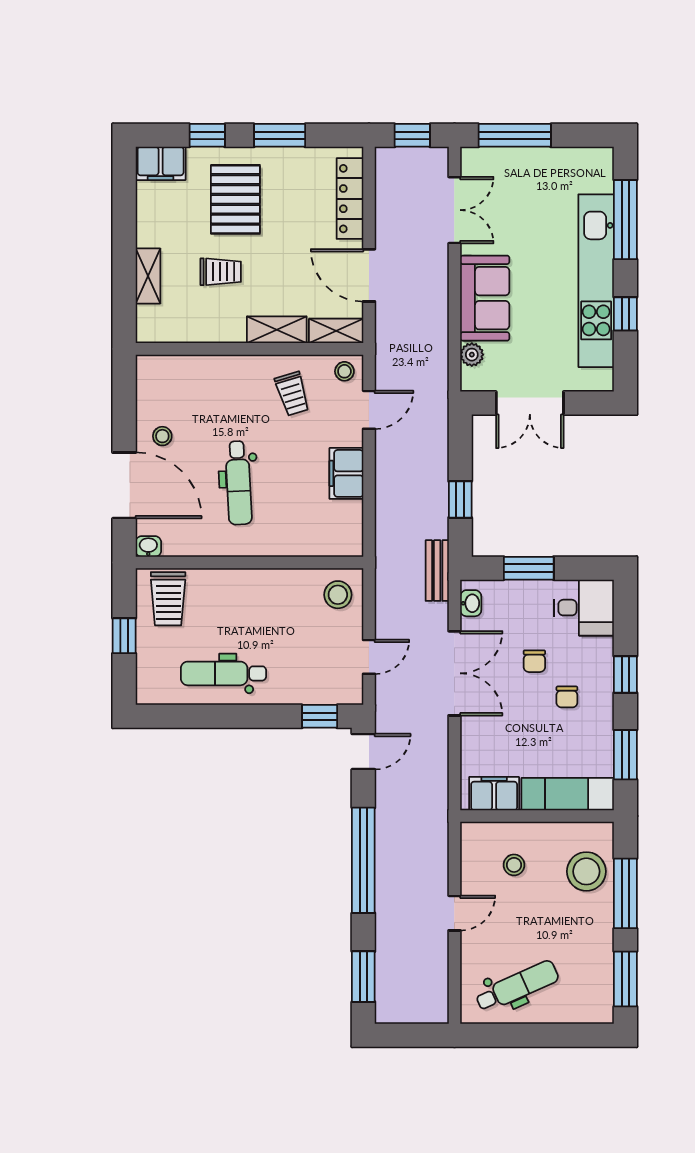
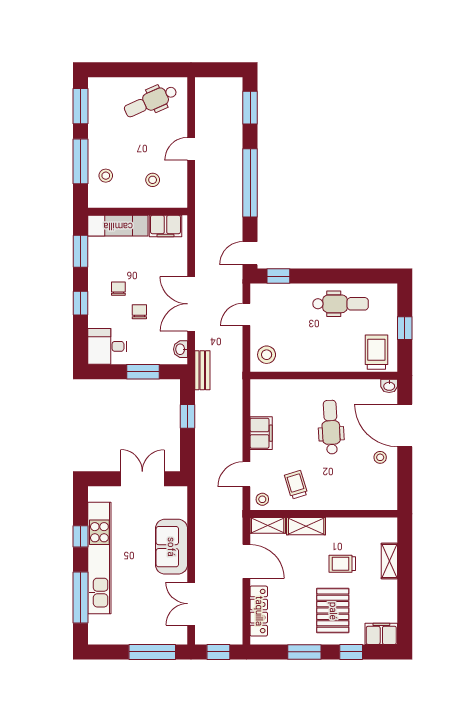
plant: (472, 355) -> (180, 510), removed
stool: (586, 871) -> (106, 176), width x0.53, depth x0.53

